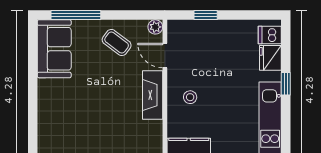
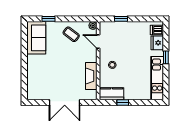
window: (76, 15) -> (48, 19), width x0.46
fireplace: (153, 95) -> (91, 76), moved

